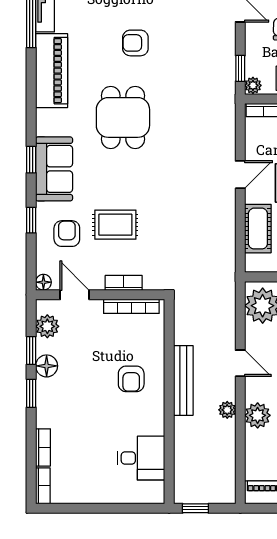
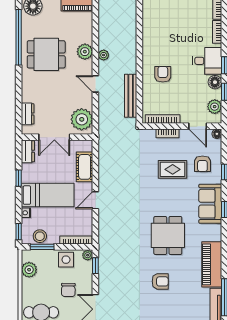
bench: (183, 380) -> (131, 96), moved
desk: (141, 458) -> (207, 61), moved, turned 180

